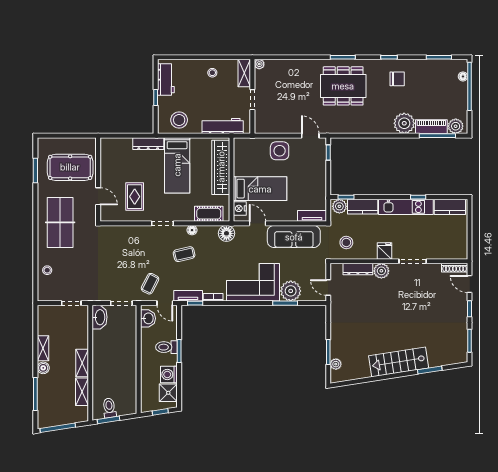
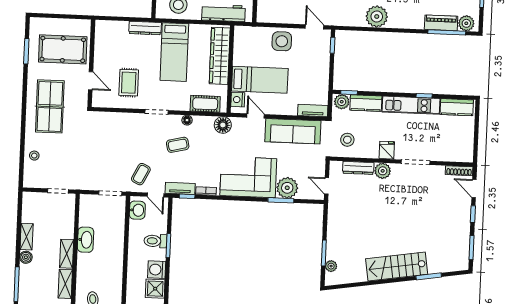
plant: (404, 123) -> (377, 17), moved
washbasin: (100, 317) -> (86, 240), moved

